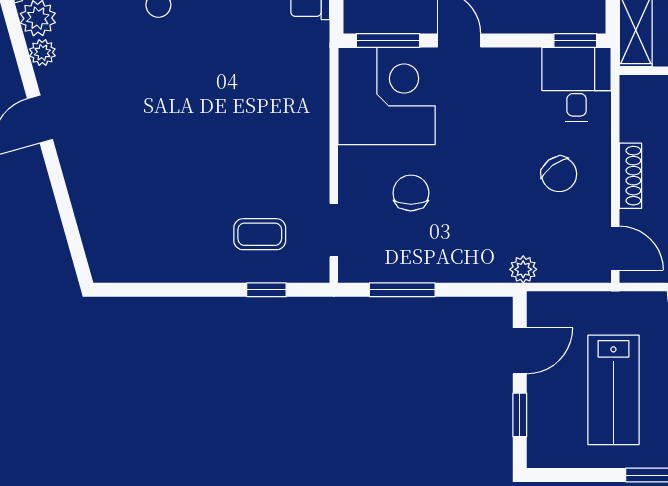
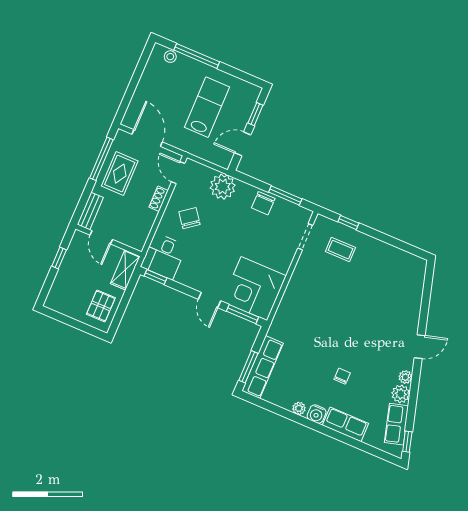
shoe rack: (630, 176) -> (159, 199), width x0.70
chair: (411, 193) -> (263, 203), moved
plant: (523, 269) -> (223, 187), width x1.88, depth x1.88

